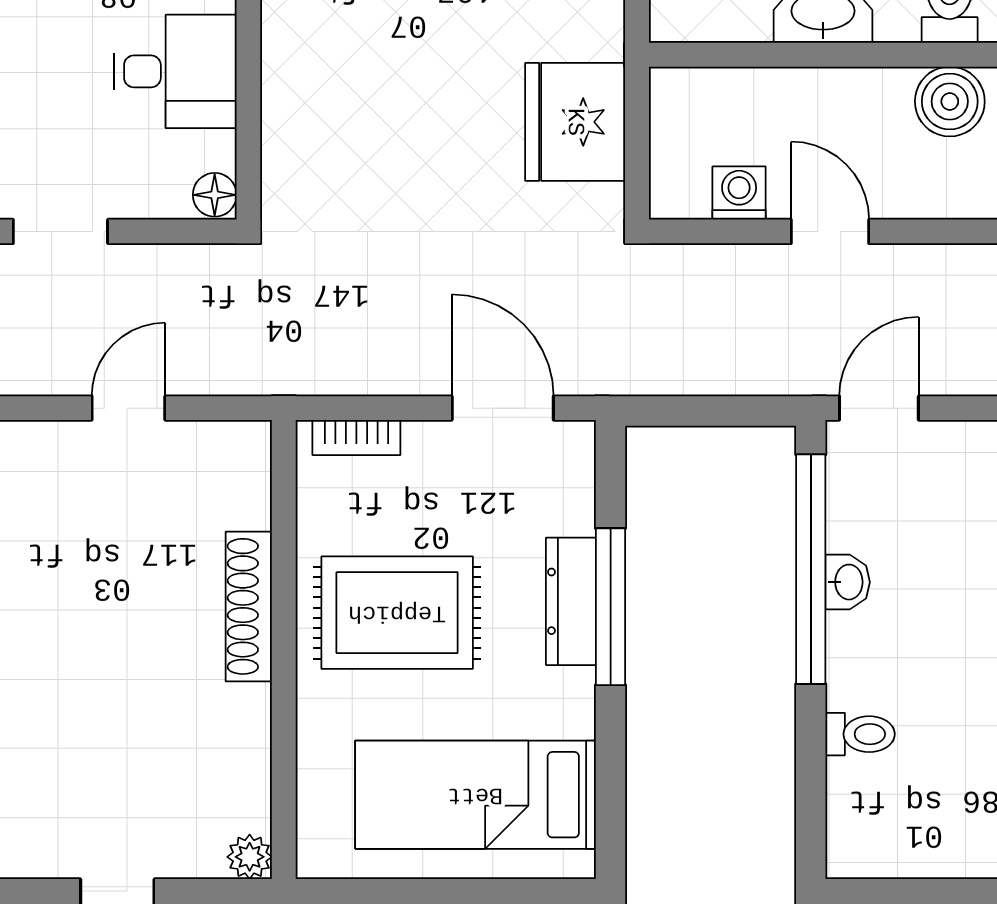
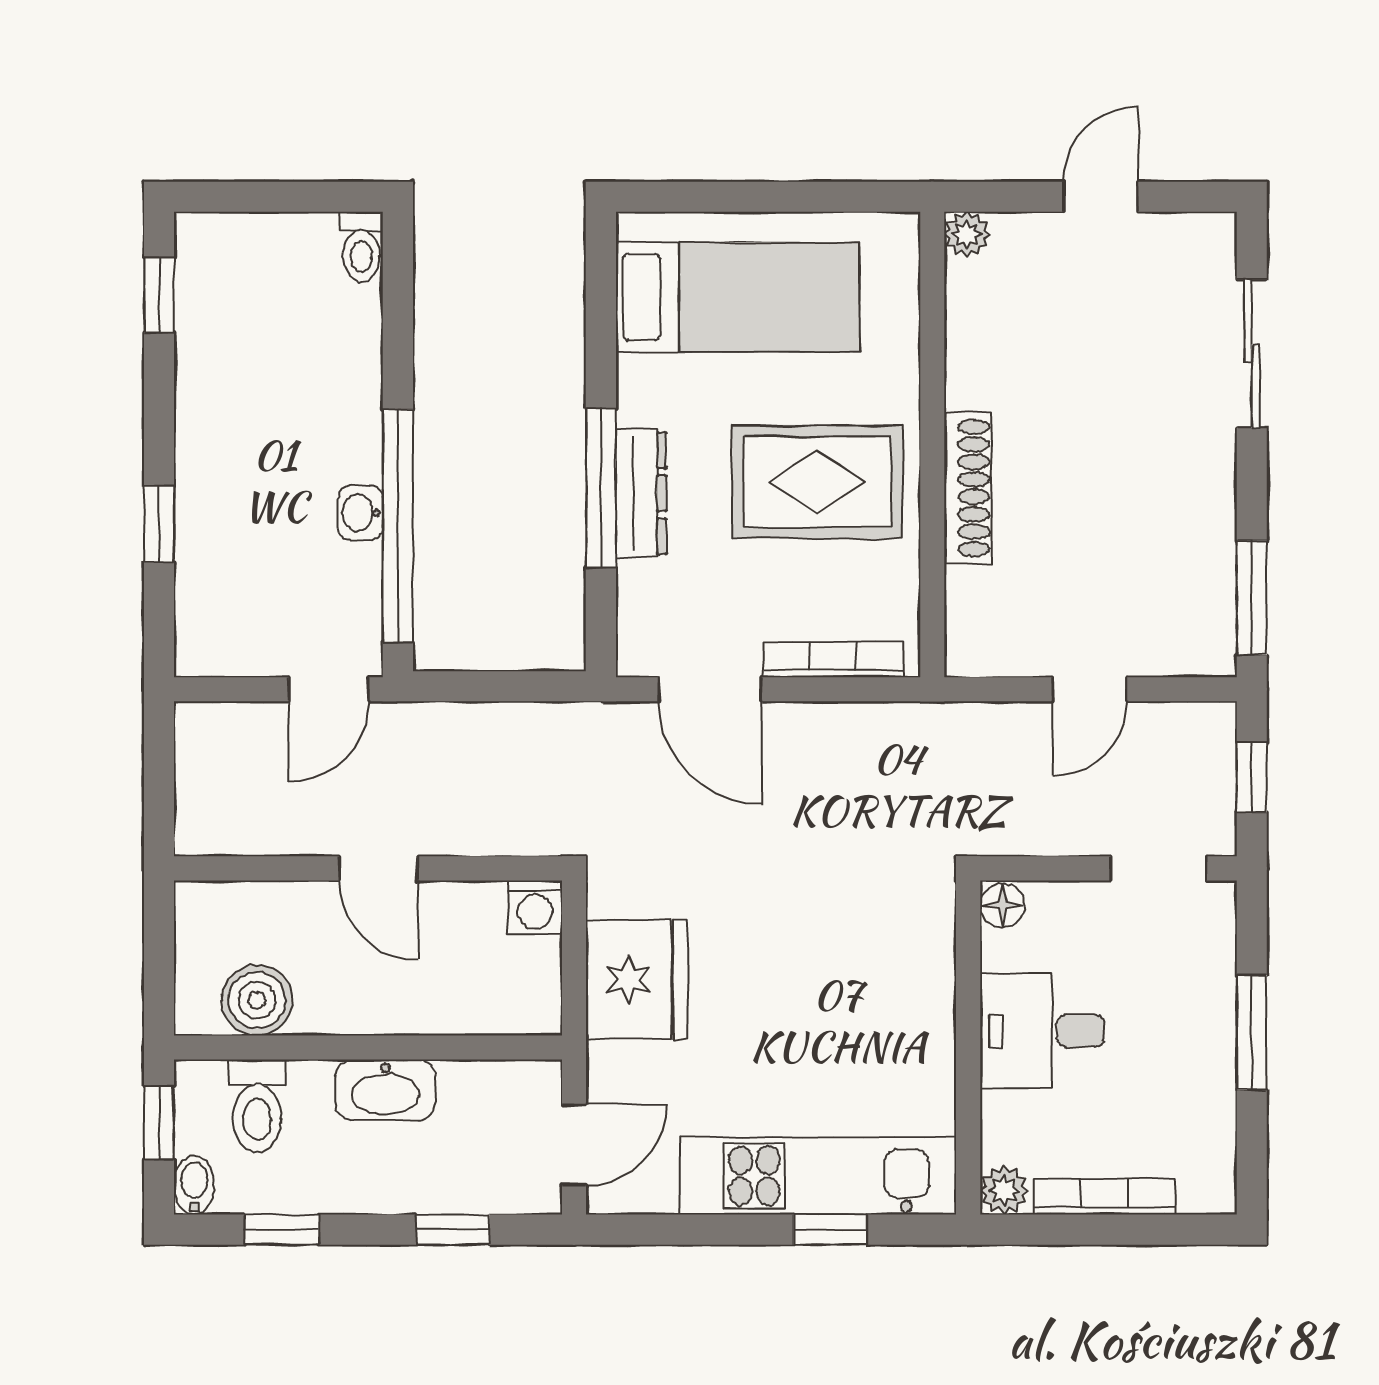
washing machine: (739, 193) -> (535, 907), moved
bookcase: (356, 437) -> (833, 659), width x1.56
toilet: (860, 734) -> (361, 247), moved, turned -90

